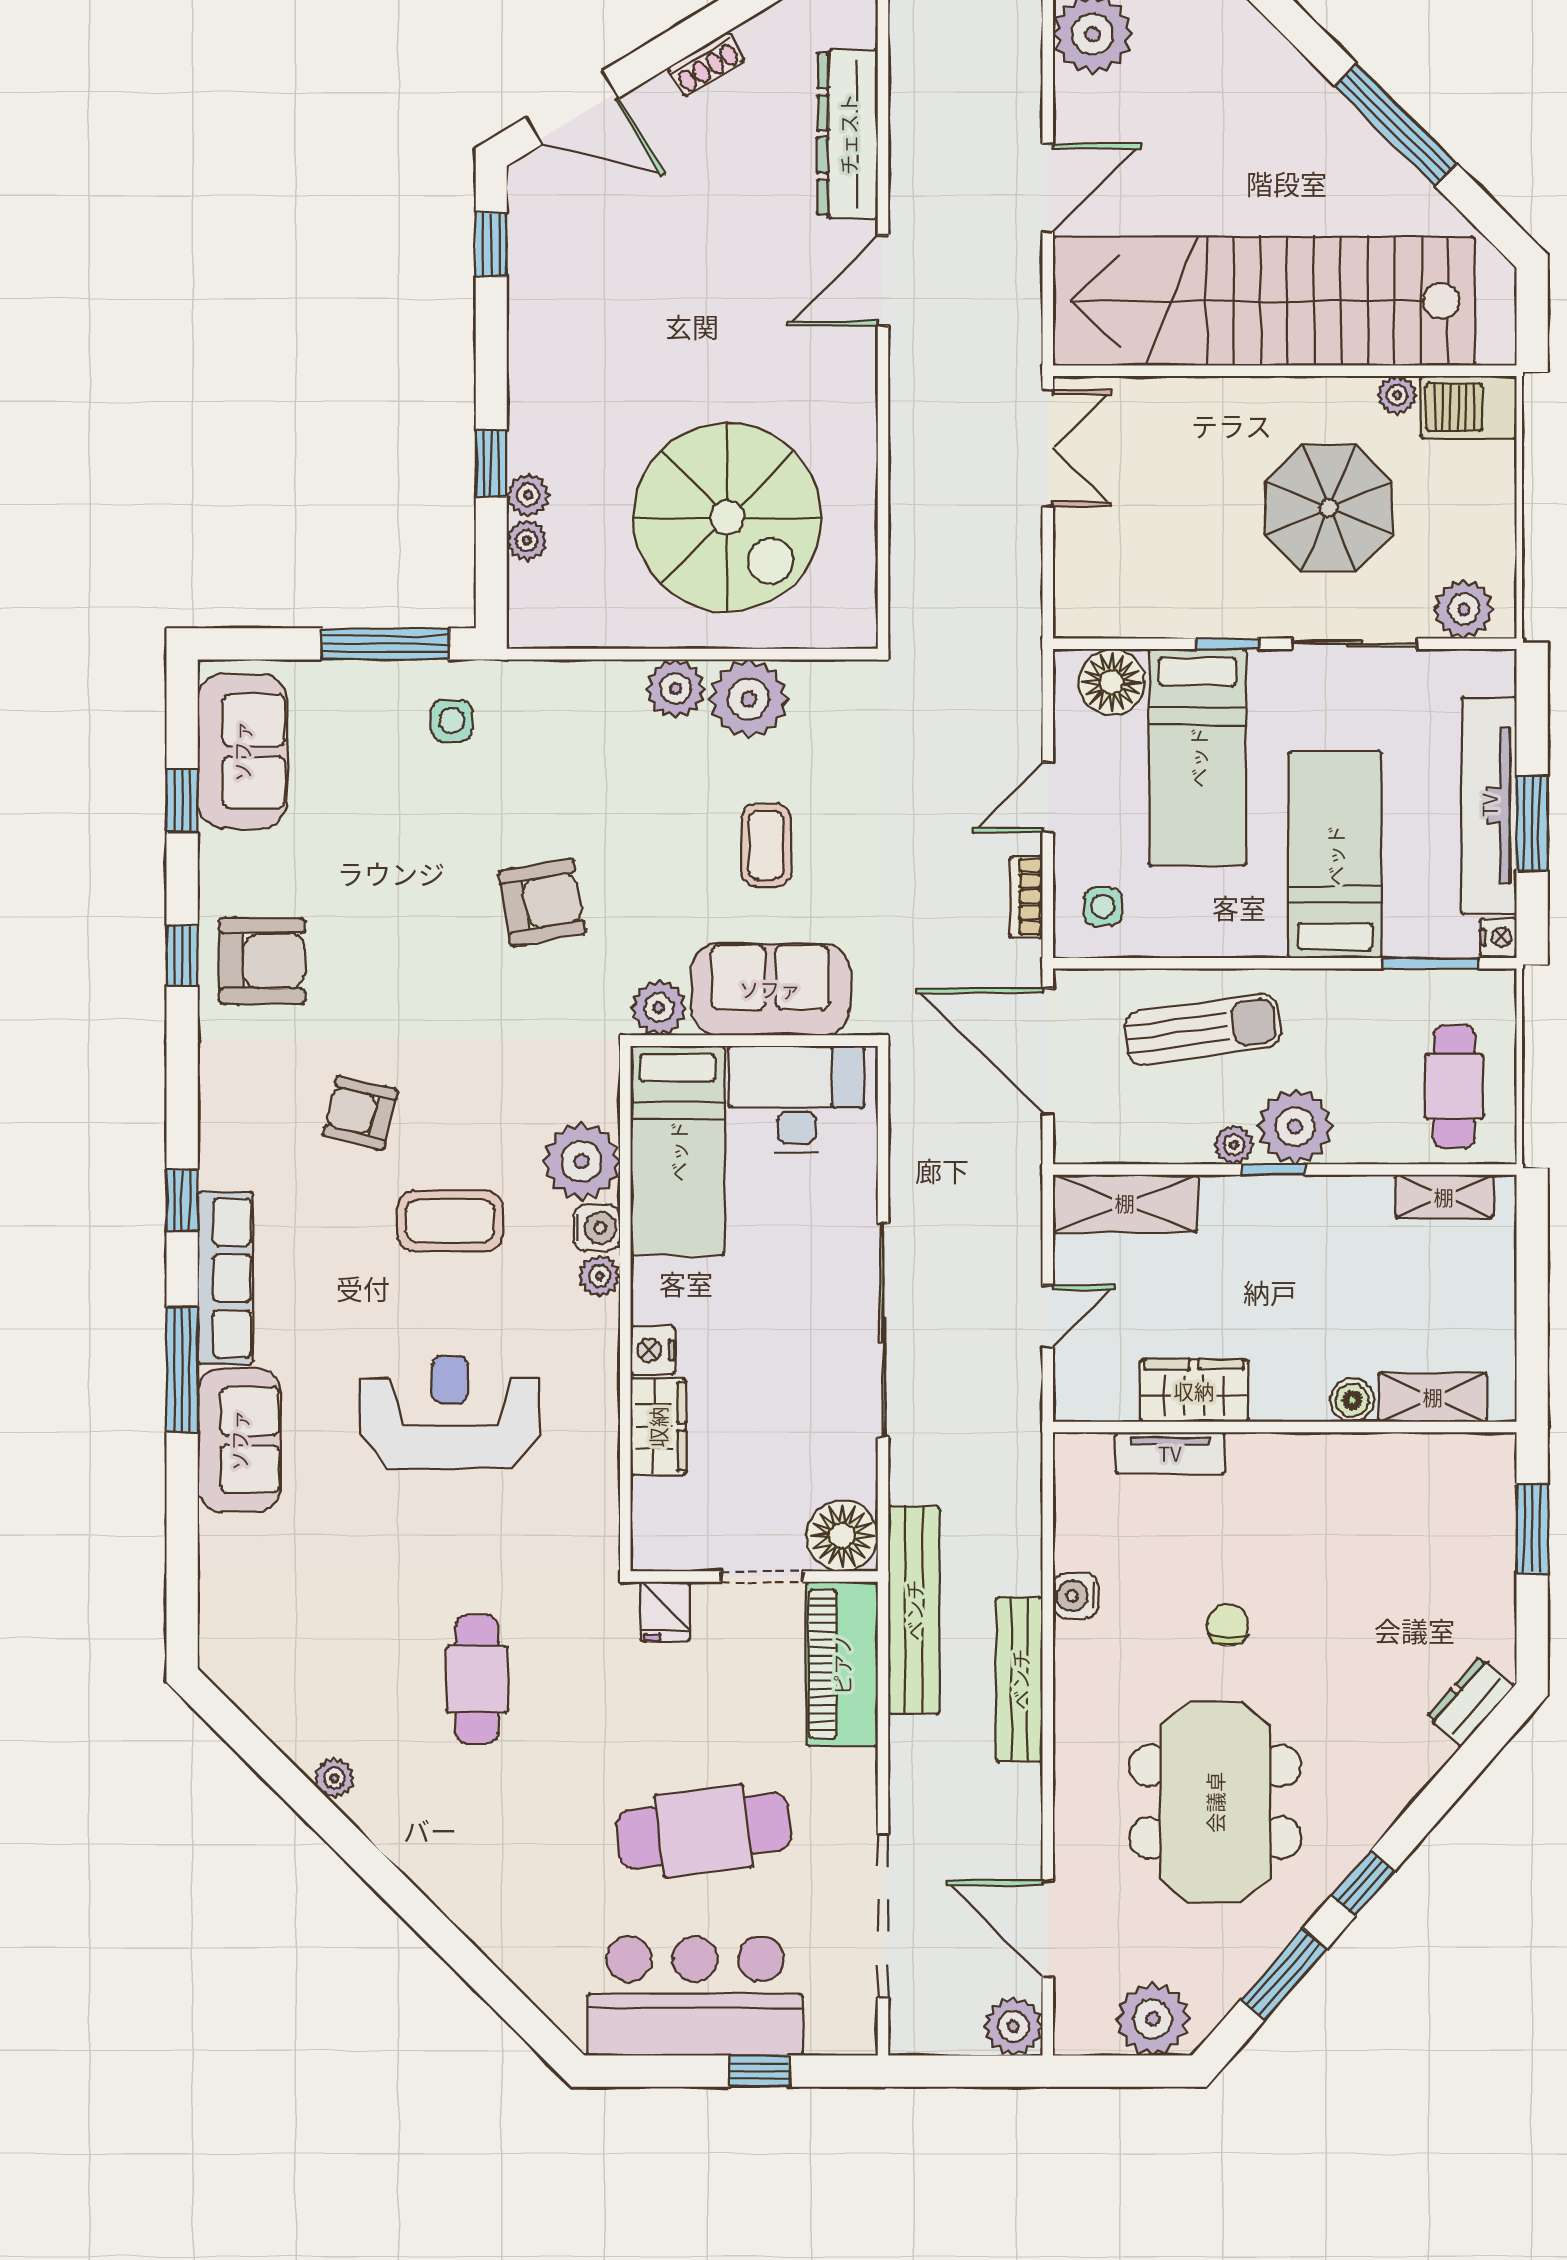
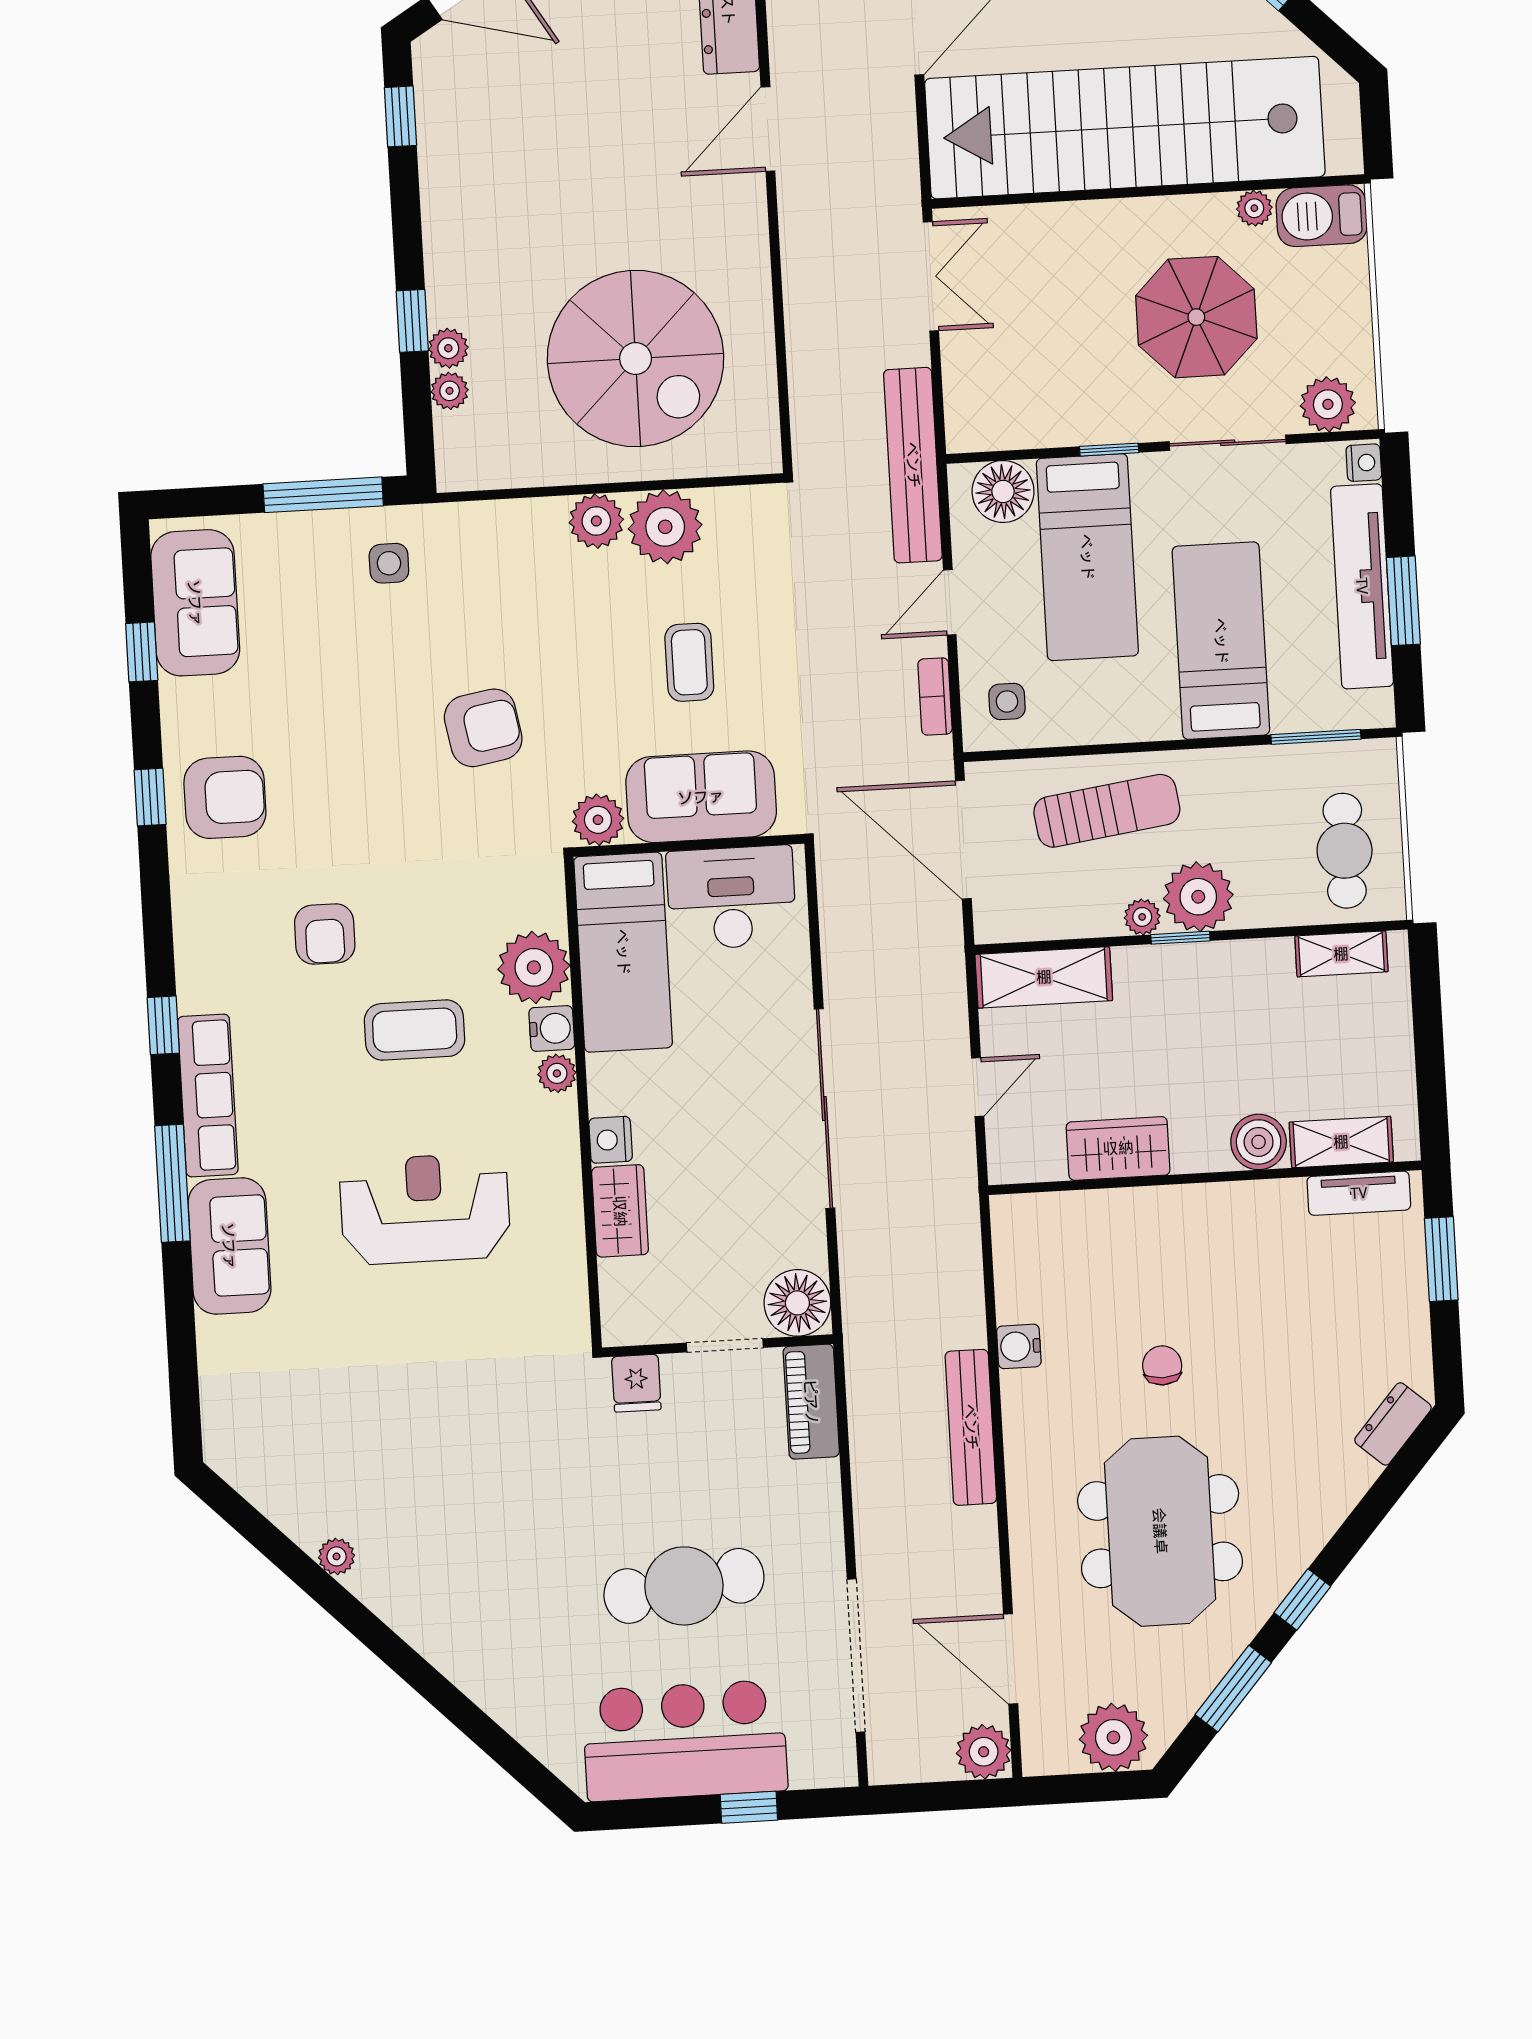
nightstand: (1498, 937) -> (1364, 463), moved
armchair: (360, 1113) -> (325, 934), turned -104
boiler: (1352, 1400) -> (1259, 1142), width x1.36, depth x1.36
tv unit: (1170, 1453) -> (1359, 1193), moved
bench: (914, 1610) -> (913, 465), moved
piano: (842, 1664) -> (811, 1402), width x0.73, depth x0.75
cafe table: (477, 1679) -> (464, 1457), removed

